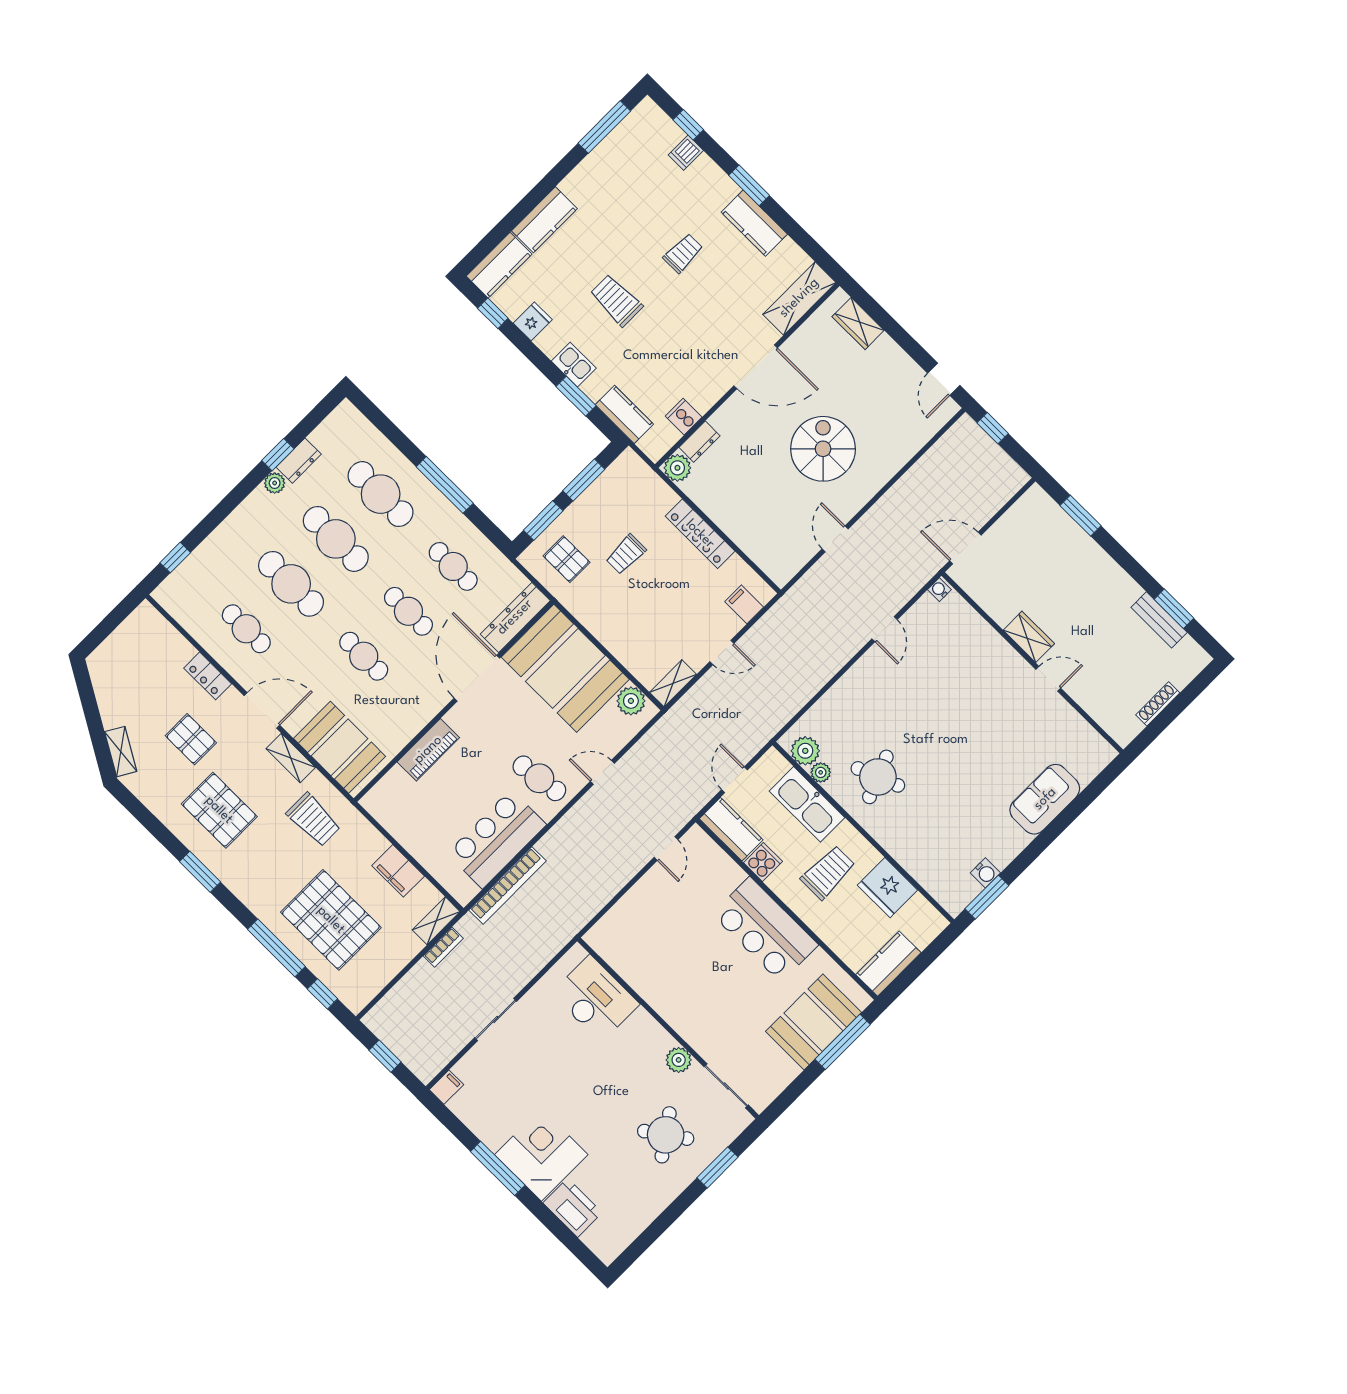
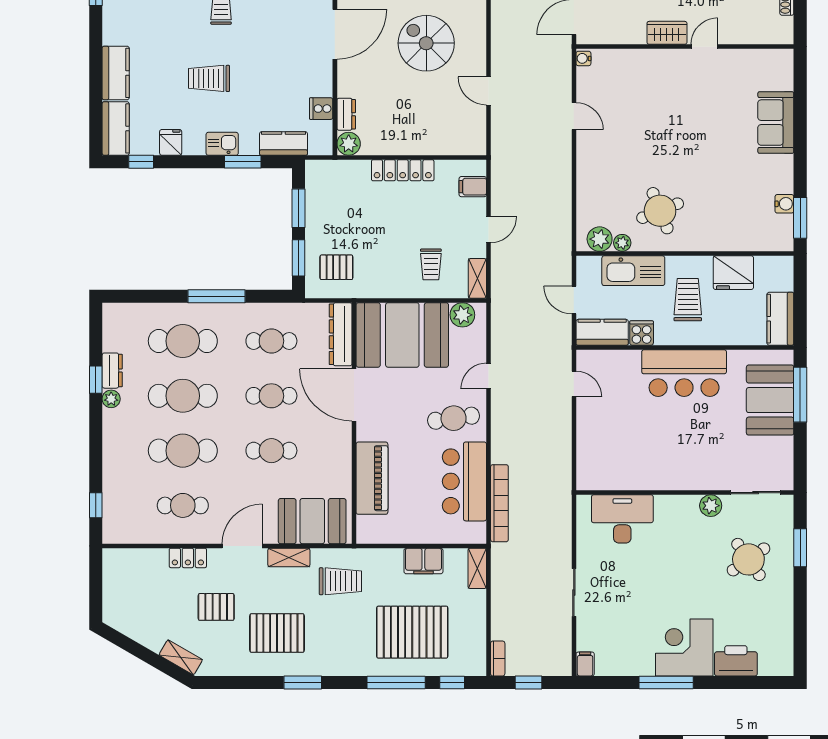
trolley: (626, 554) -> (431, 264), moved
piano: (428, 750) -> (372, 478), width x1.37, depth x1.33
bookcase: (443, 947) -> (498, 659), moved

